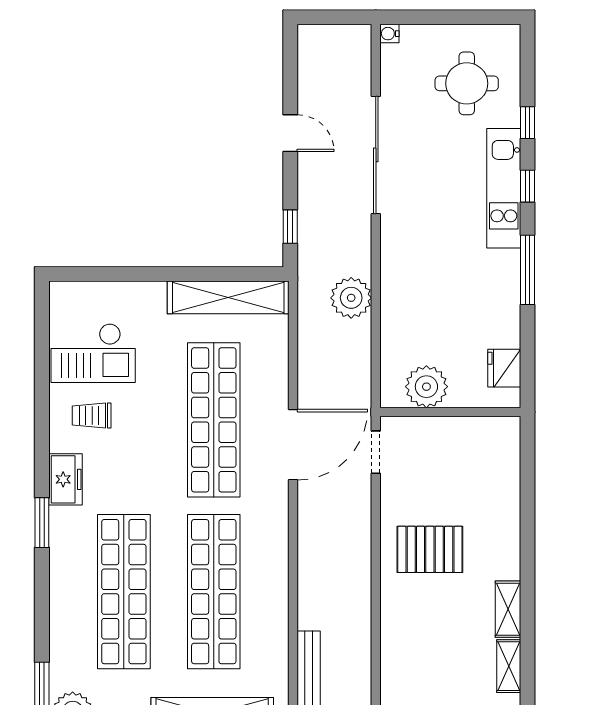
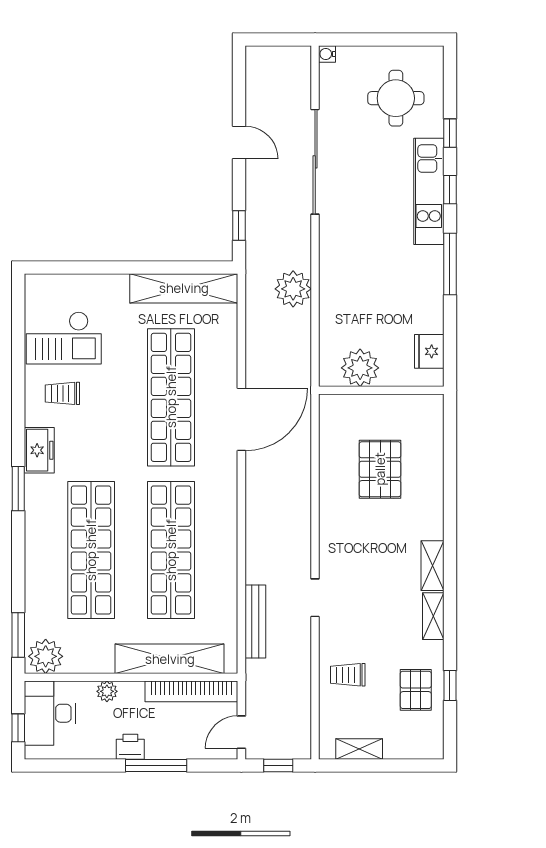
doorway: (376, 452) -> (315, 598), moved
pallet: (430, 549) -> (380, 469), moved, turned 90

